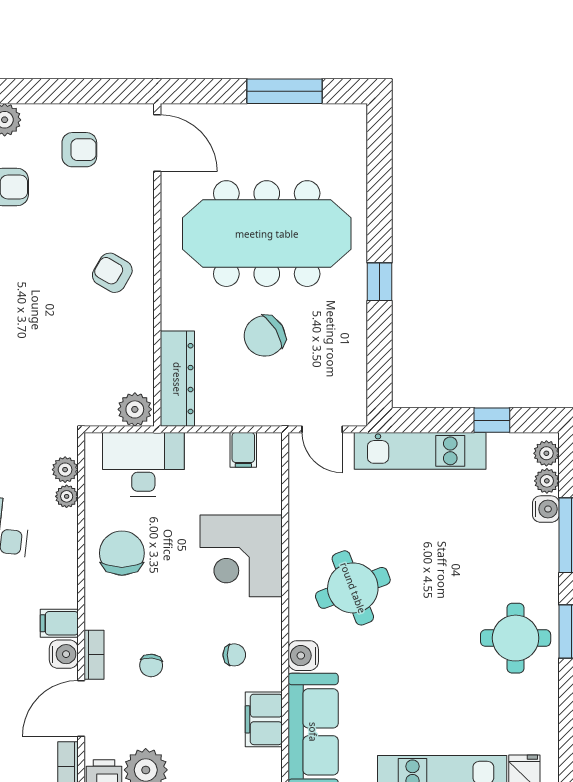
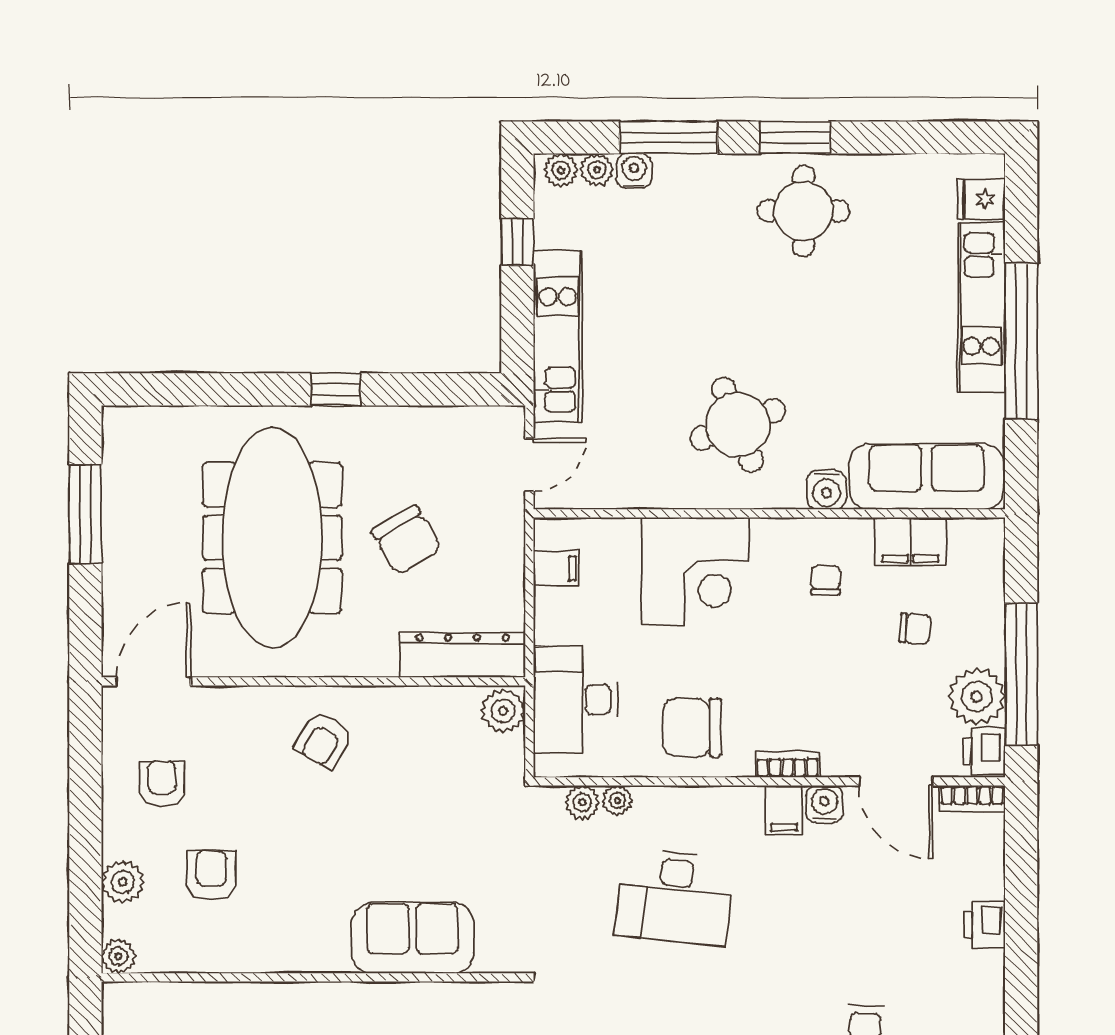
bookcase: (94, 655) -> (788, 765), moved
chair: (151, 665) -> (915, 629), moved

